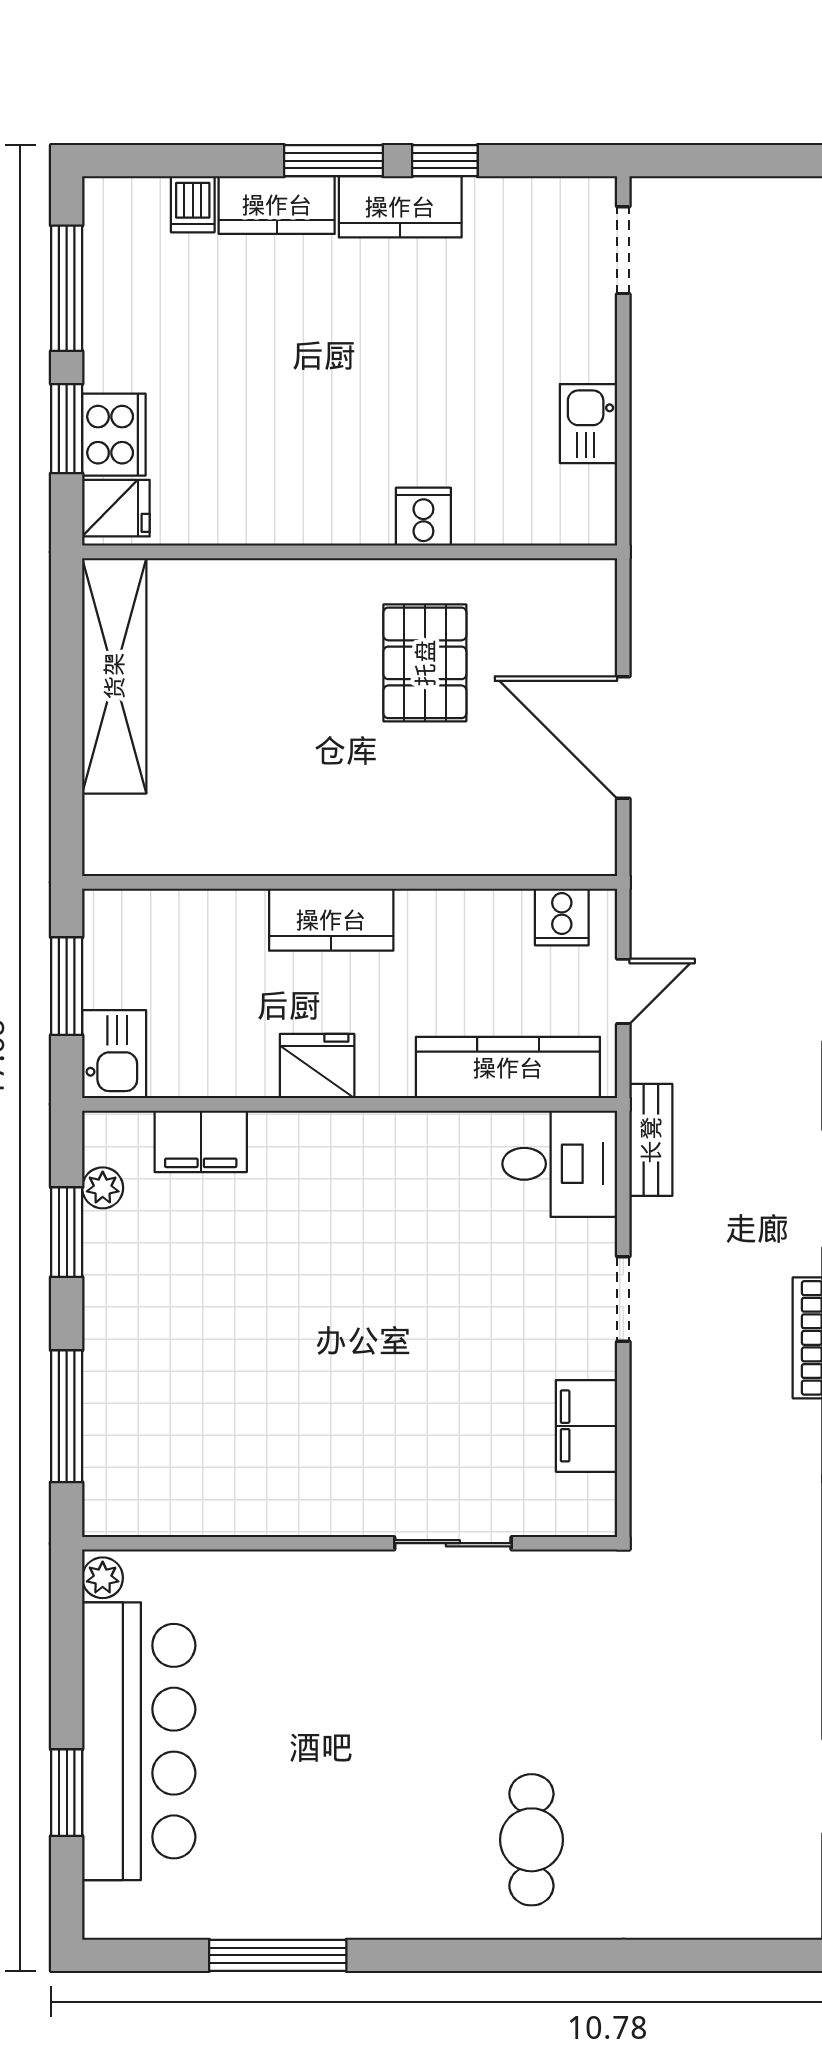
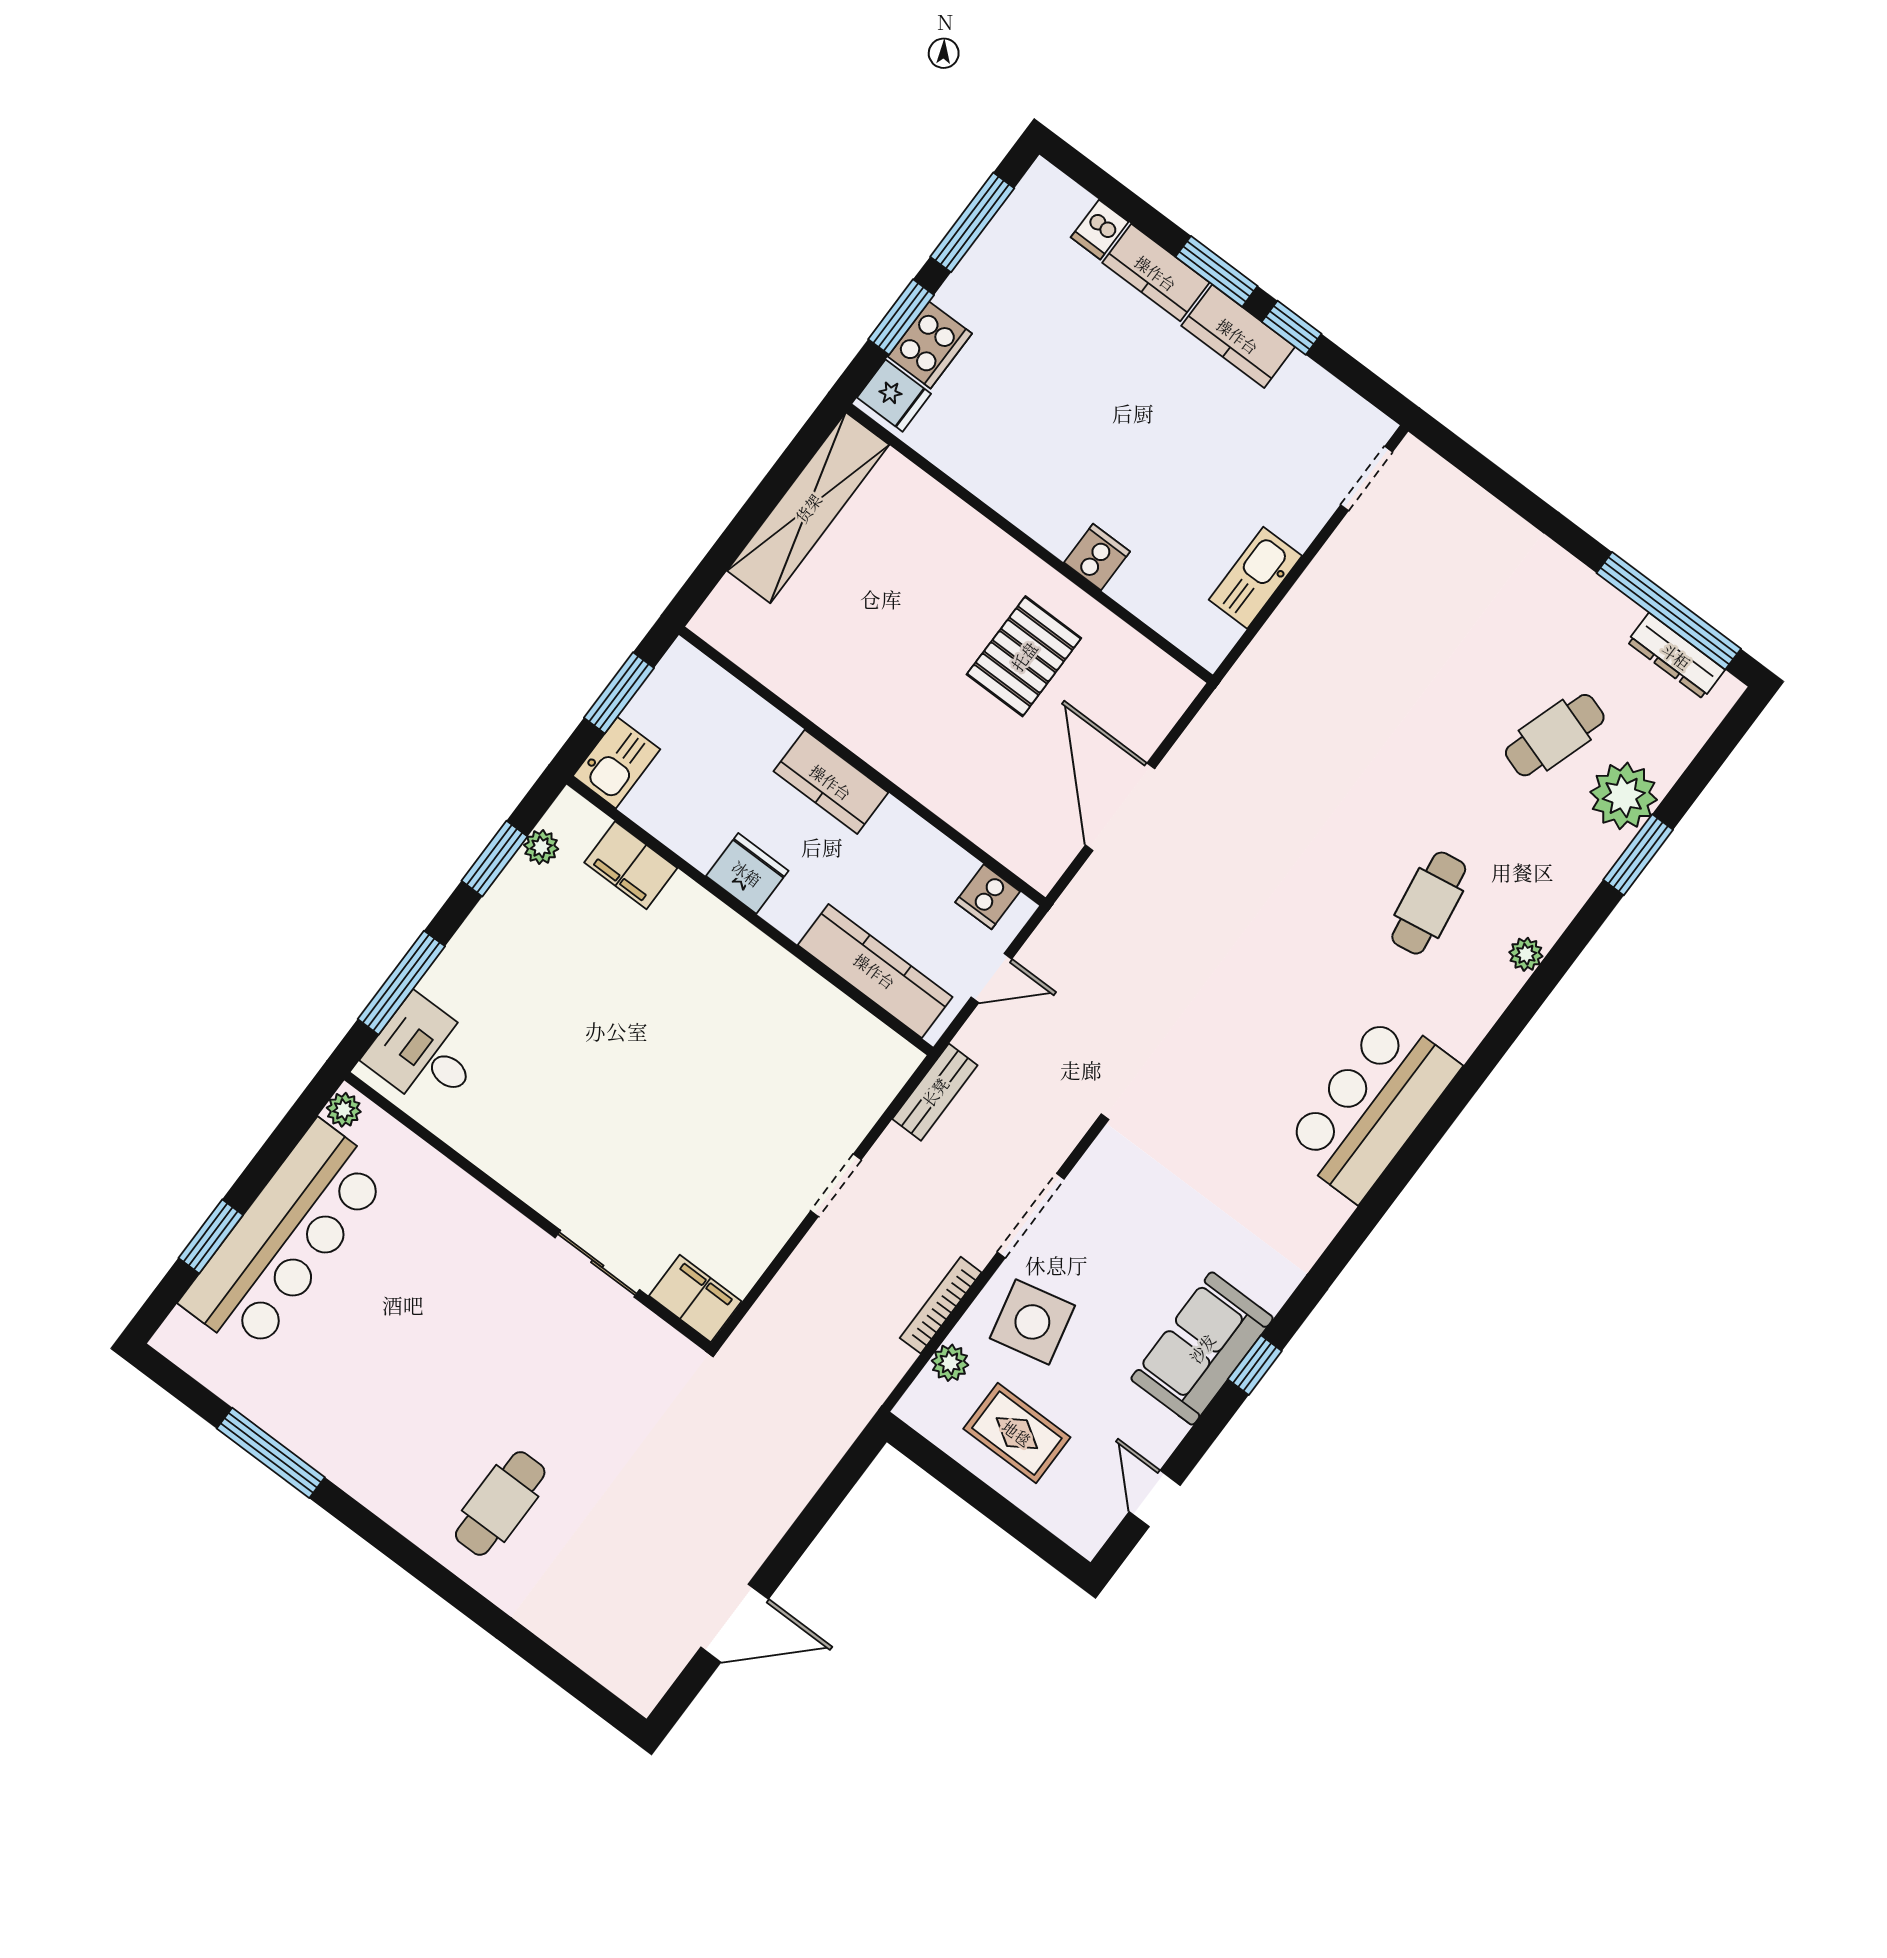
kitchen sink: (588, 424) -> (1255, 578), width x1.38
desk: (560, 1164) -> (425, 1054), moved, turned 180
filing cabinet: (586, 1426) -> (695, 1299), moved, turned 90

